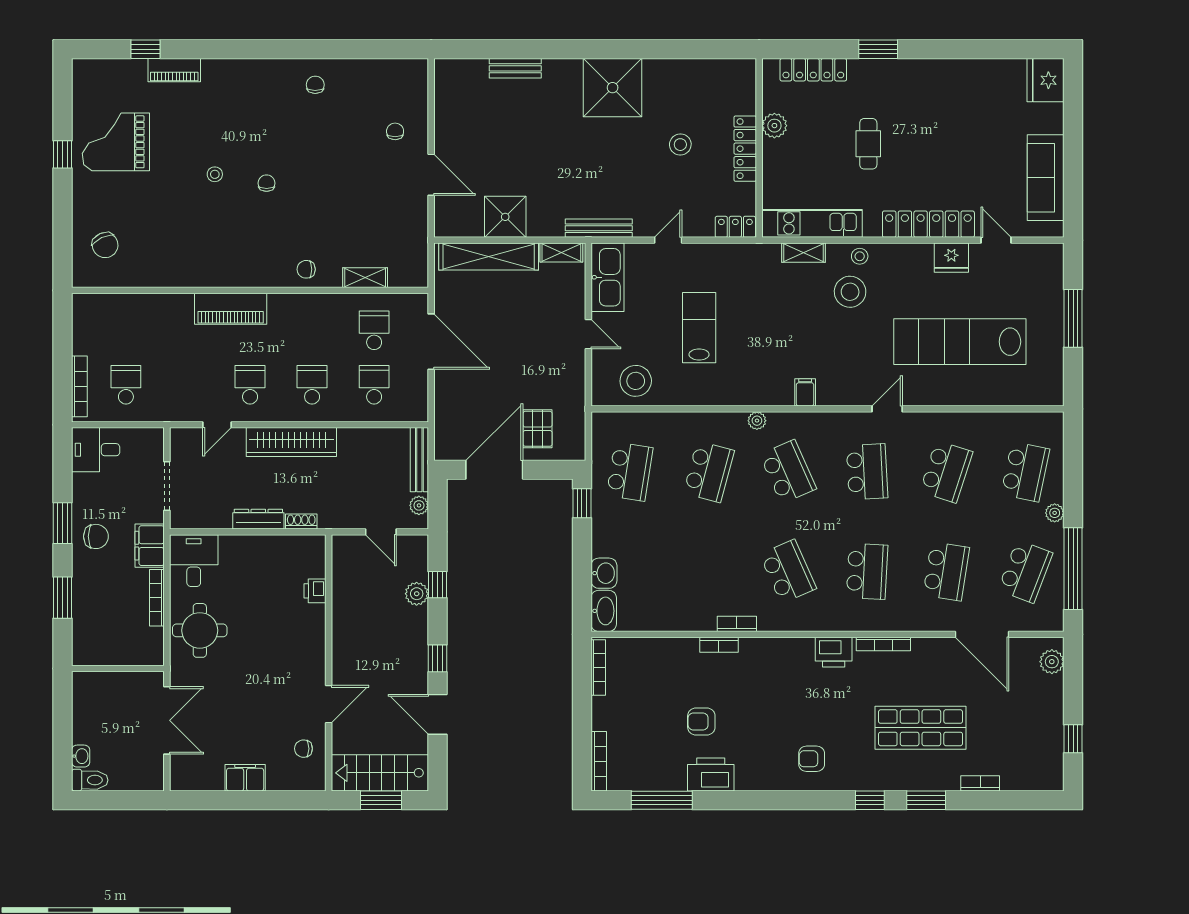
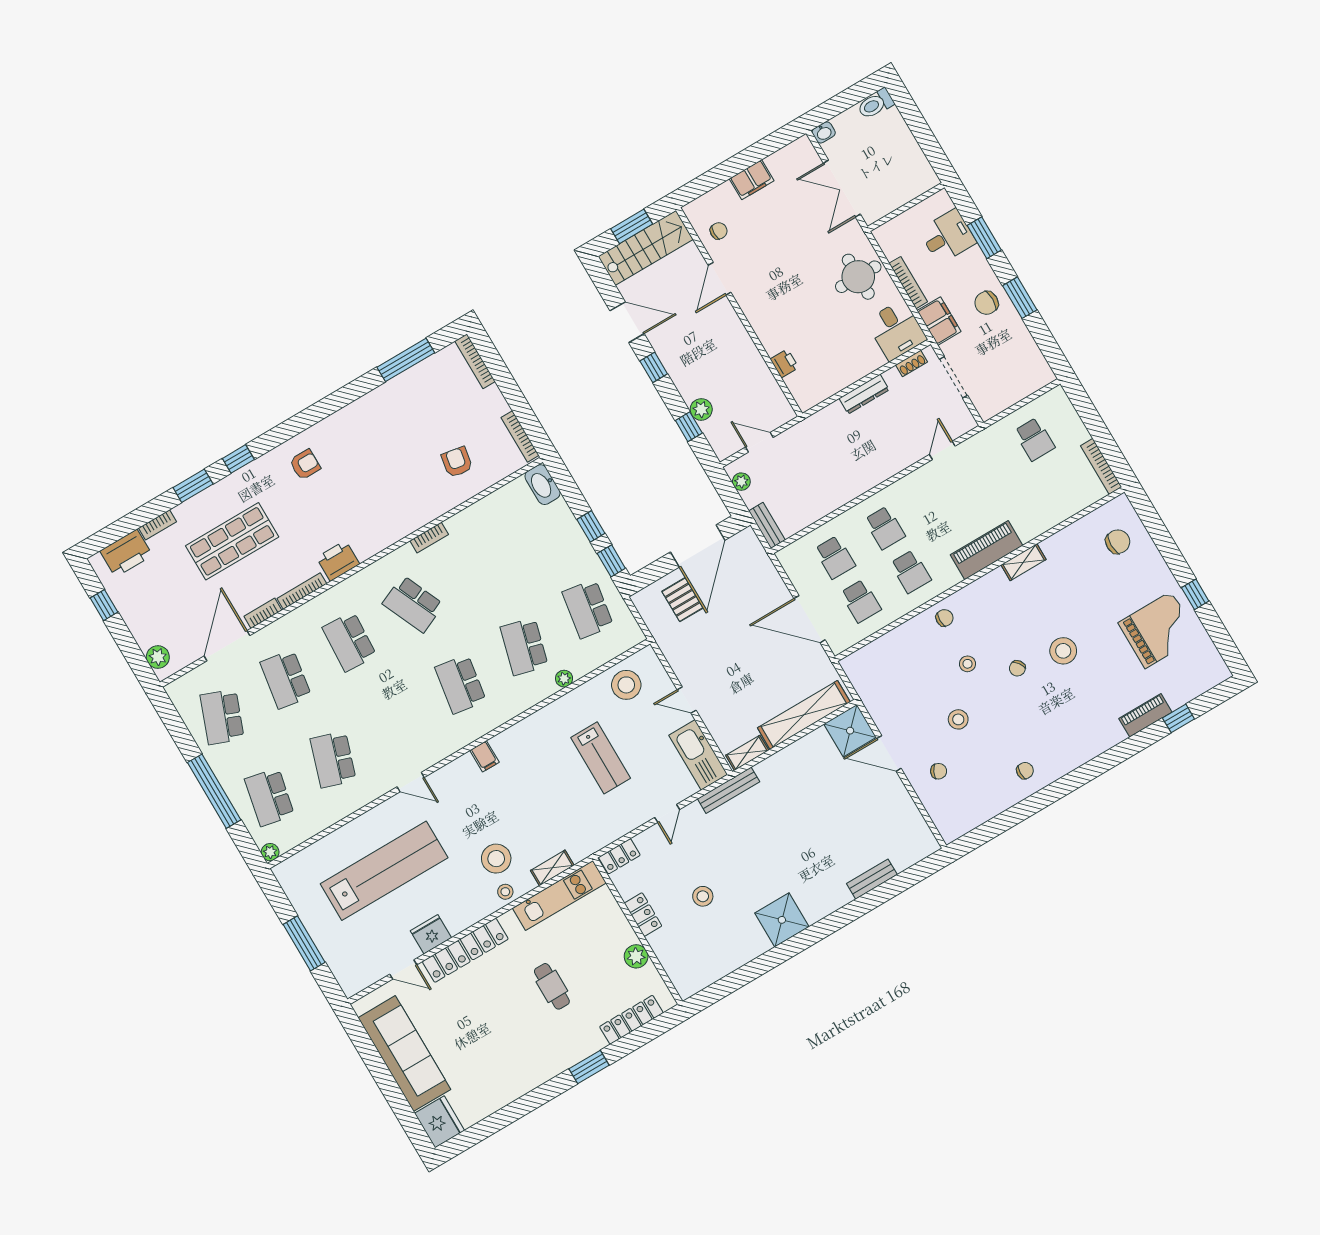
chair: (315, 85) -> (1025, 771), turned -90
shower: (613, 88) -> (782, 920), width x0.73, depth x0.73
chair: (395, 131) -> (939, 771), turned -64
locker: (745, 149) -> (643, 914), width x0.66
stool: (349, 168) -> (958, 719), added
stool: (215, 174) -> (1063, 651), width x1.89, depth x1.89
sofa: (1046, 178) -> (404, 1054), width x1.36, depth x1.27
chair: (267, 183) -> (1017, 668), turned 55
stool: (310, 214) -> (967, 664), added
shower: (505, 217) -> (850, 731), moved
chair: (105, 245) -> (1118, 542), turned 115
shelving: (365, 278) -> (1023, 562), moved
school desk: (250, 385) -> (911, 572), moved
bookcase: (79, 386) -> (1101, 466), moved
door: (887, 409) -> (411, 782), hinge flipped
plant: (757, 421) -> (564, 679), moved
wardrobe: (291, 442) -> (874, 472), removed
desk: (96, 450) -> (948, 236), moved
bench: (419, 460) -> (767, 525), width x0.73
school desk: (788, 472) -> (461, 684), turned 33
school desk: (867, 472) -> (397, 722), removed
plant: (1055, 513) -> (270, 852), moved
shoe rack: (301, 522) -> (912, 363), moved
window: (582, 546) -> (591, 526), added
window: (1073, 569) -> (214, 791), moved
washbasin: (604, 573) -> (560, 515), removed
door: (982, 634) -> (227, 646), hinge flipped
bookcase: (719, 645) -> (263, 613), moved
armchair: (701, 721) -> (457, 462), moved, turned -80
washbasin: (81, 756) -> (824, 132), moved, turned -90
printer: (711, 774) -> (126, 553), moved

